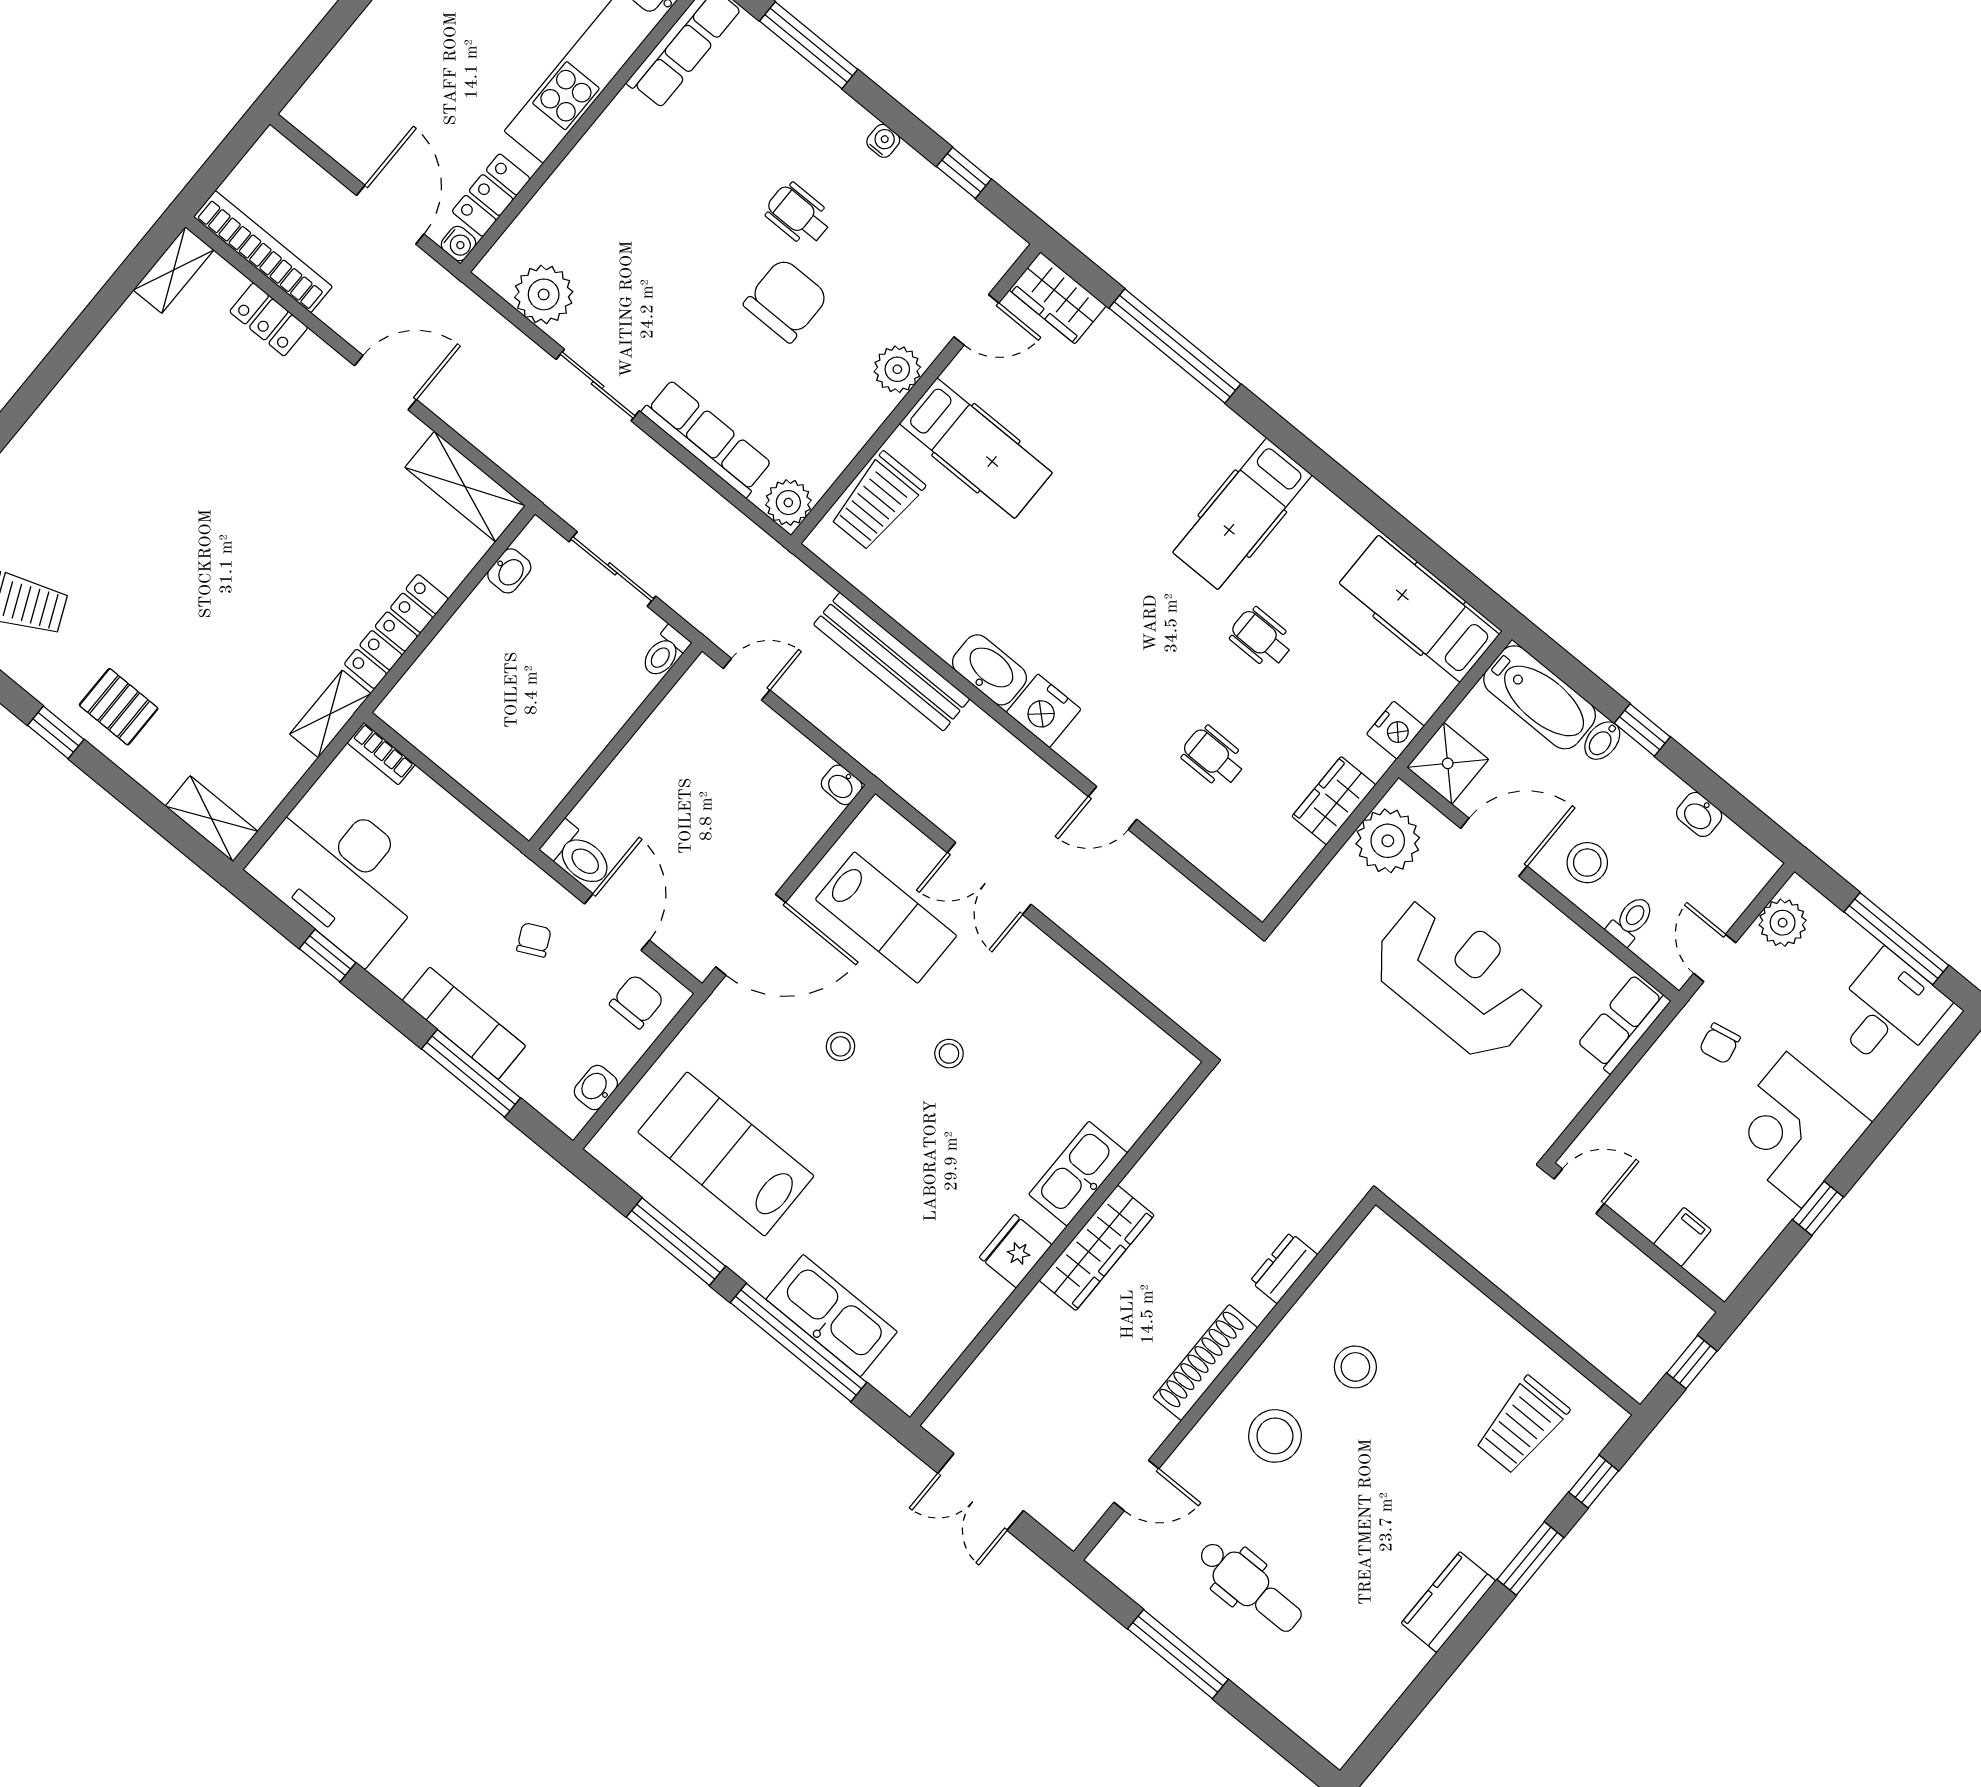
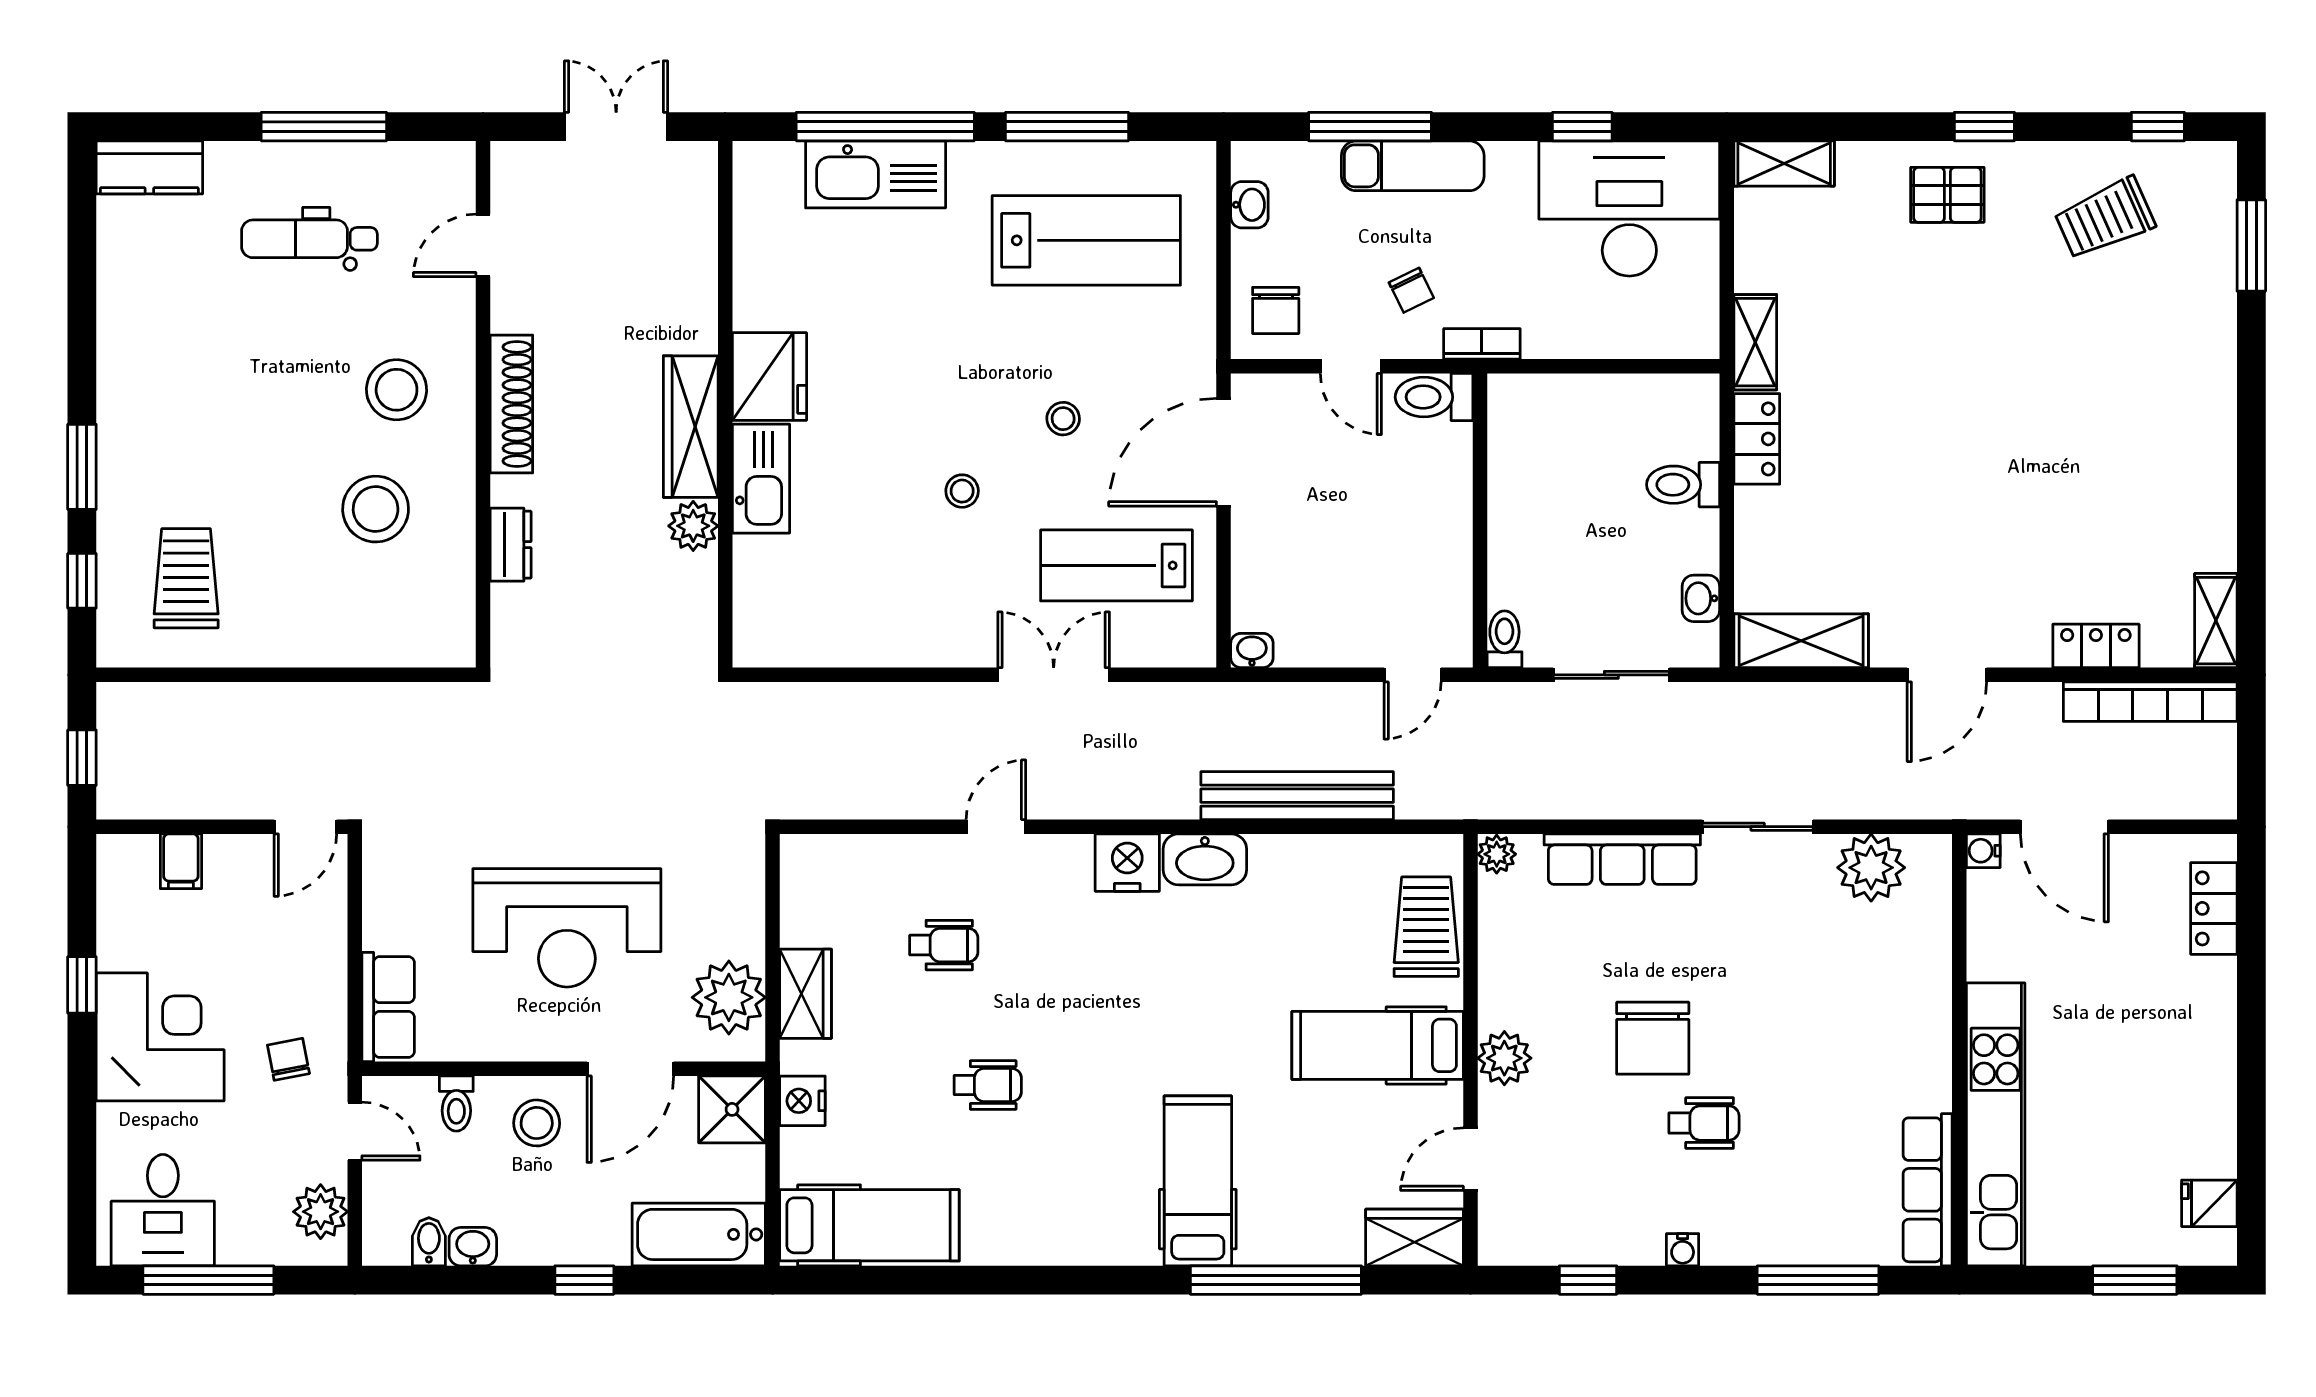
locker: (491, 195) -> (2214, 908), moved, turned 180
plant: (788, 503) -> (1497, 854), width x0.73, depth x0.73
hospital bed: (1242, 514) -> (1198, 1181), moved
locker: (396, 632) -> (1757, 439), width x0.66
toilet: (458, 658) -> (1683, 485), added
bidet: (1602, 741) -> (429, 1242), moved
bookcase: (381, 754) -> (1482, 344), moved
door: (617, 922) -> (1351, 366), width x0.73
plant: (1150, 1179) -> (693, 526), added
fridge: (1016, 1251) -> (769, 377), width x1.36, depth x1.34
stool: (1355, 1367) -> (376, 509), width x1.38, depth x1.38
kitchen counter: (1448, 1602) -> (149, 167), moved, turned 90

